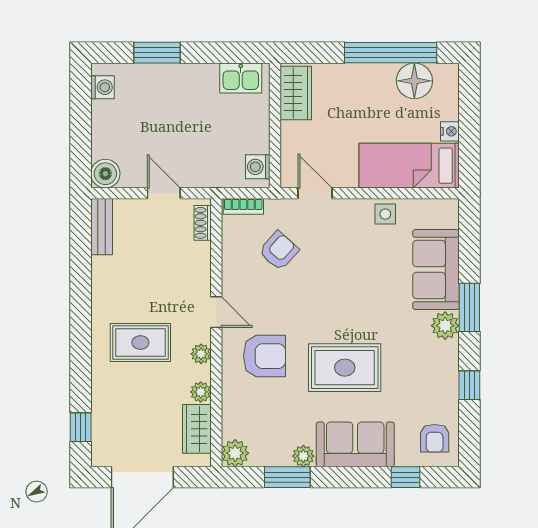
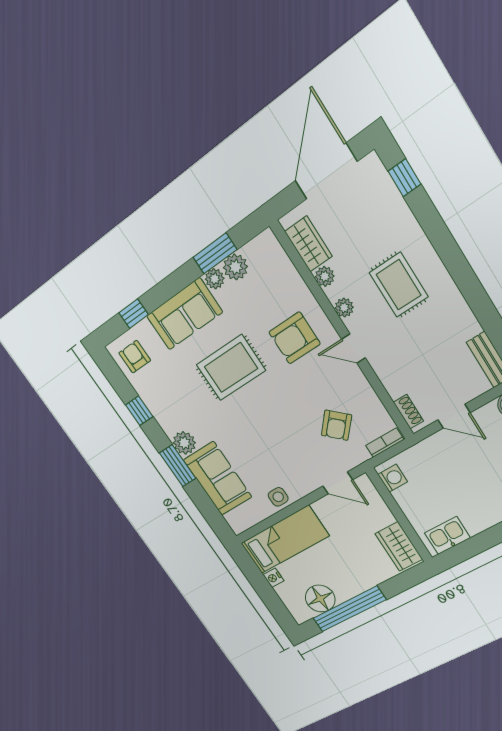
rug: (140, 342) -> (399, 285), turned 90
plant: (235, 453) -> (235, 267), moved

